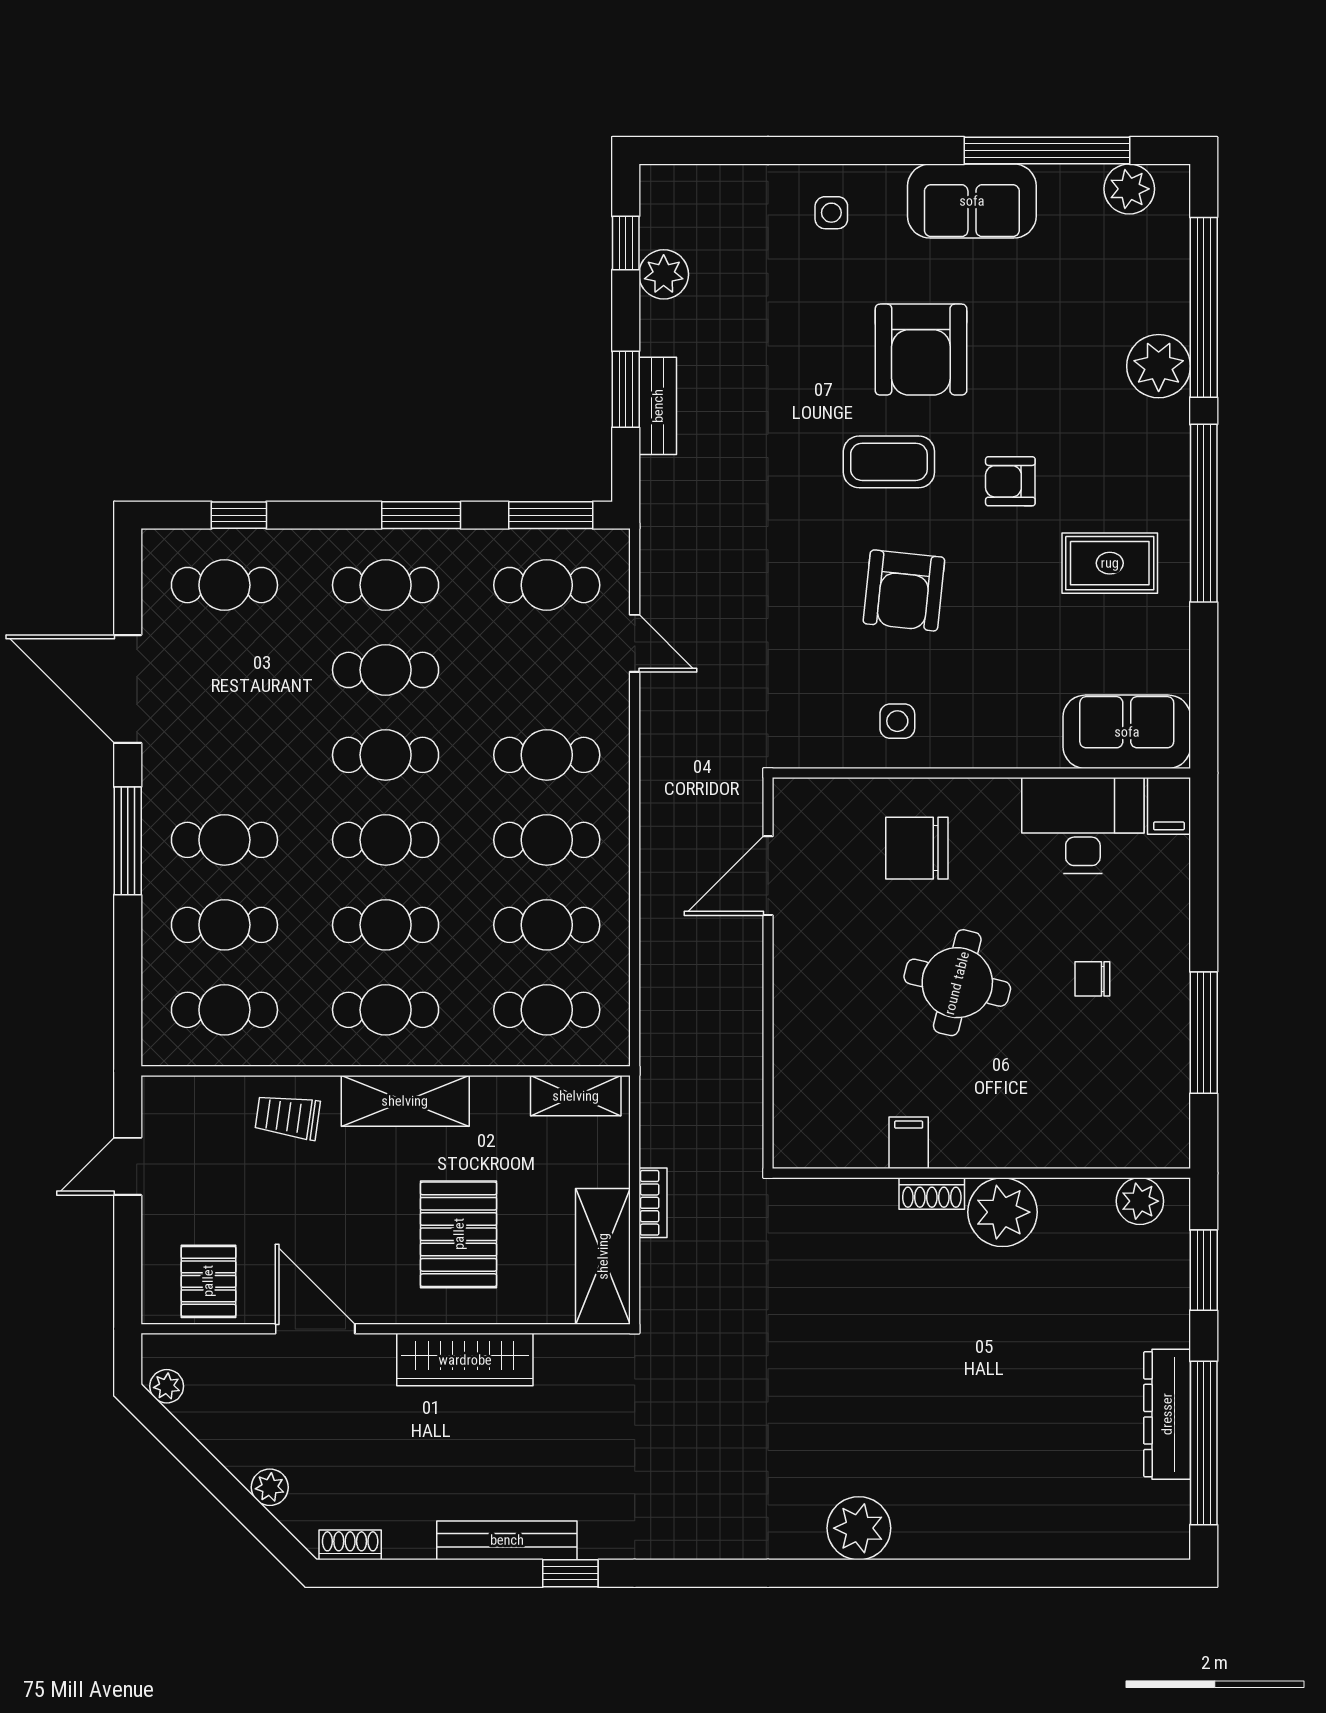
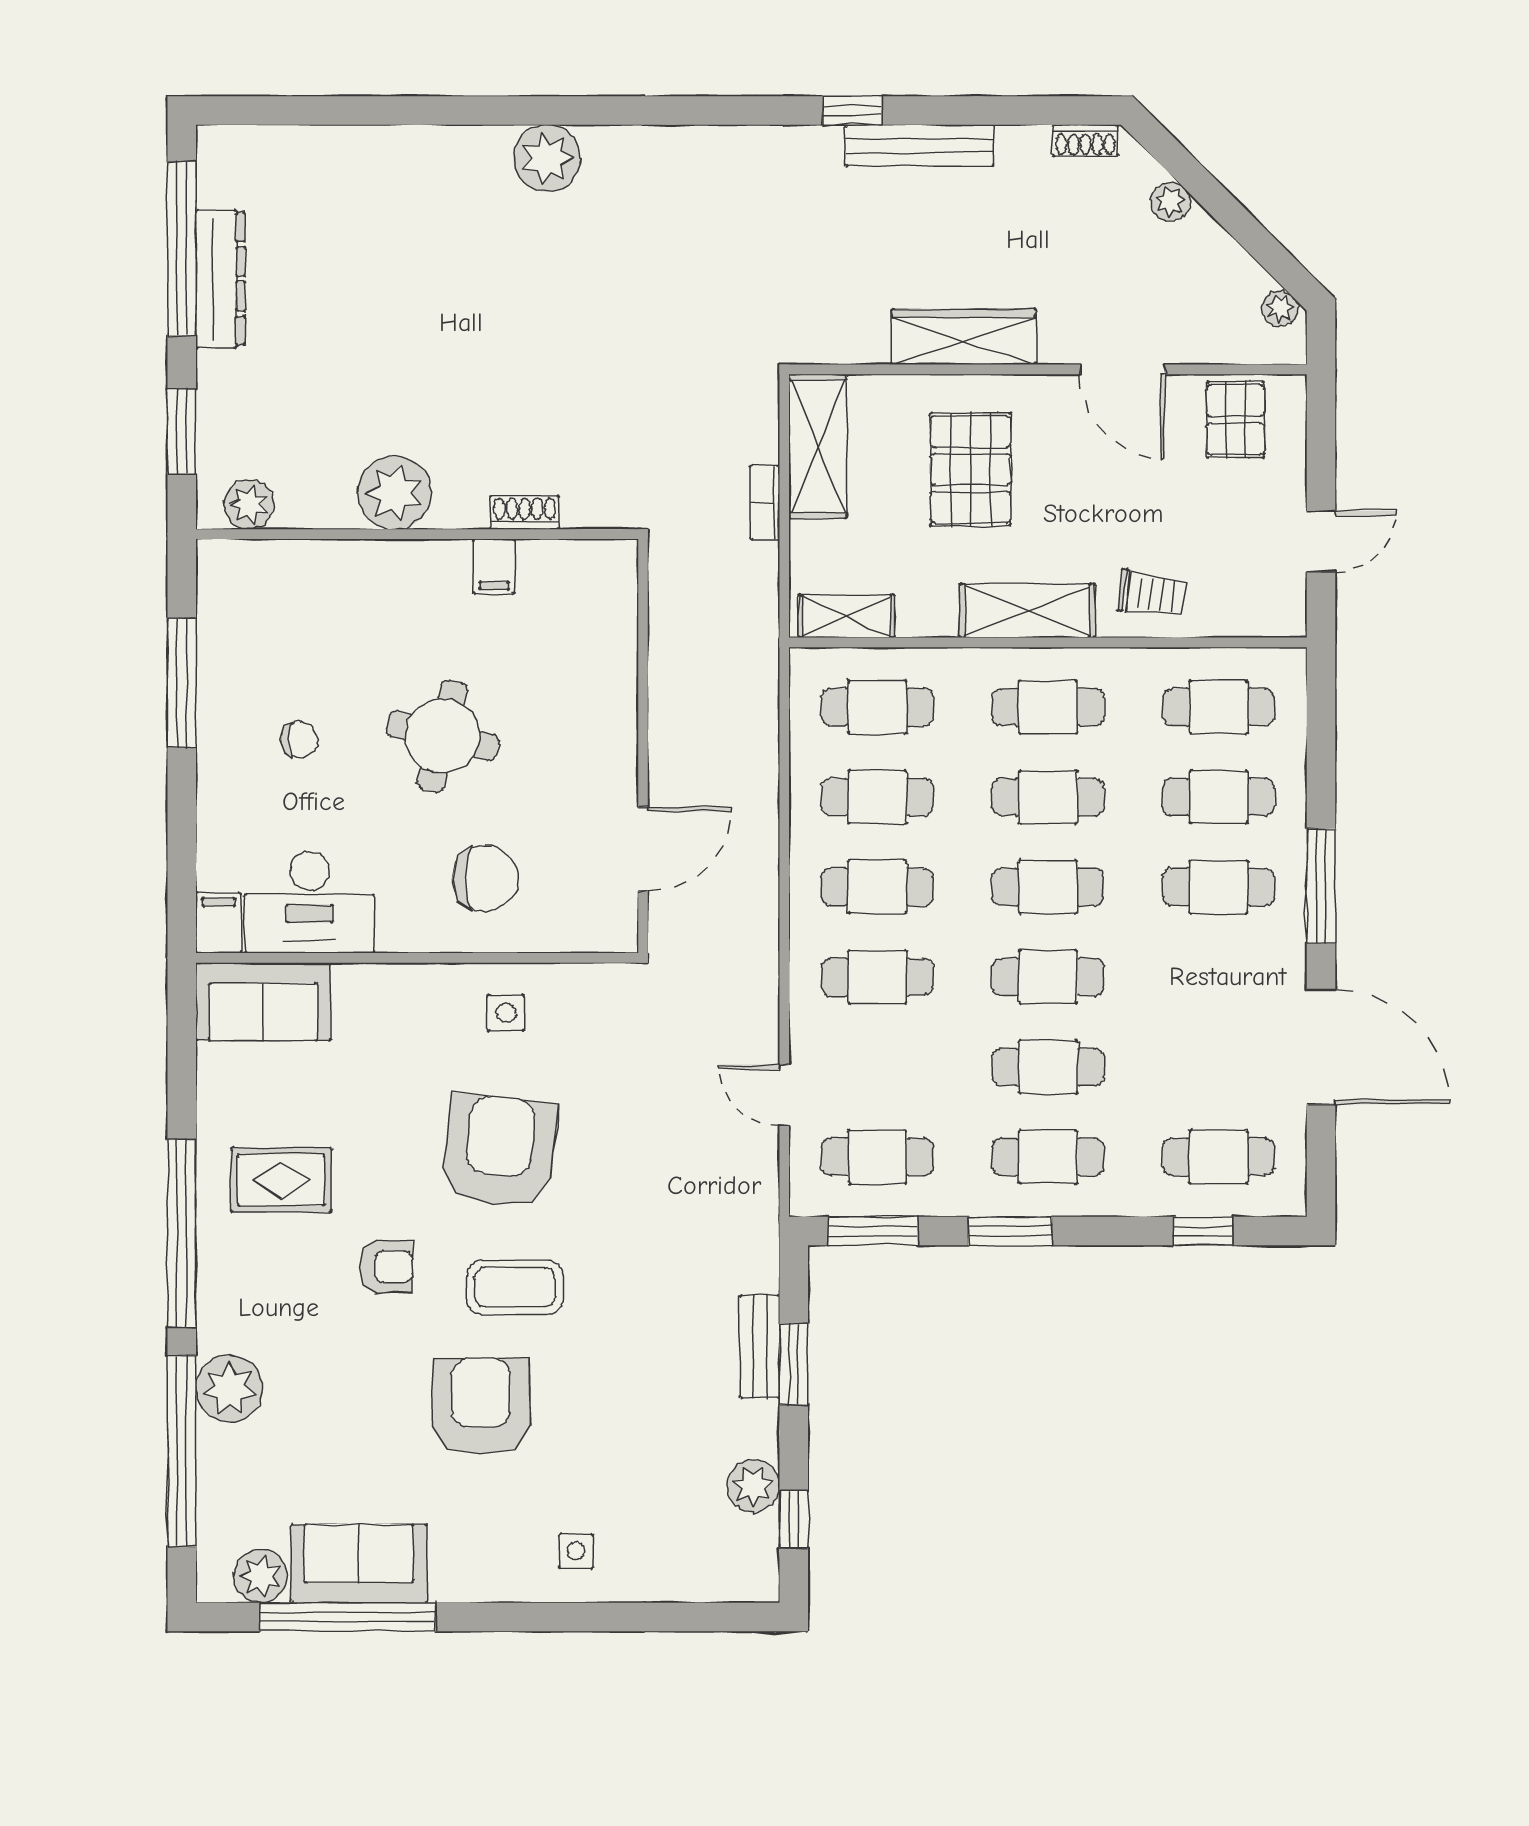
sofa: (972, 201) -> (359, 1564), moved
armchair: (904, 590) -> (499, 1151), width x1.36, depth x1.36
shoe rack: (932, 1193) -> (525, 513), moved

